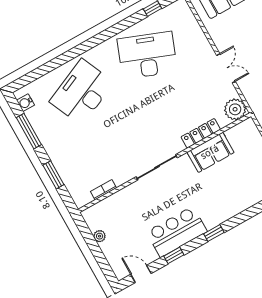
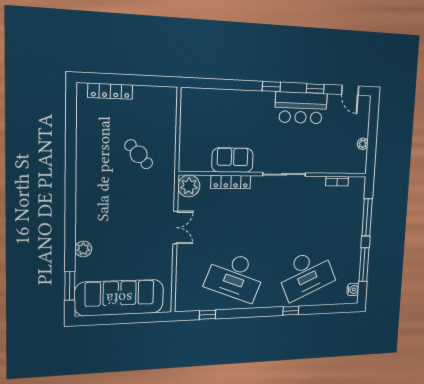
window: (76, 52) -> (291, 311), added
double door: (226, 68) -> (175, 228), swing flipped
window: (53, 175) -> (367, 217), width x1.44

